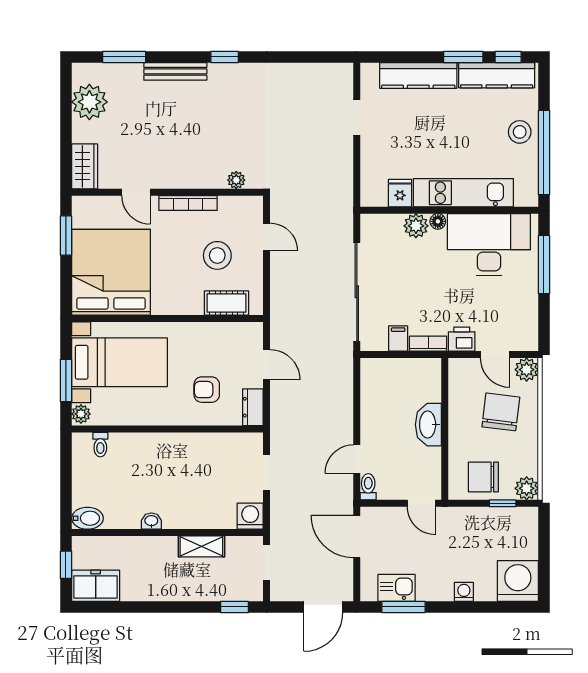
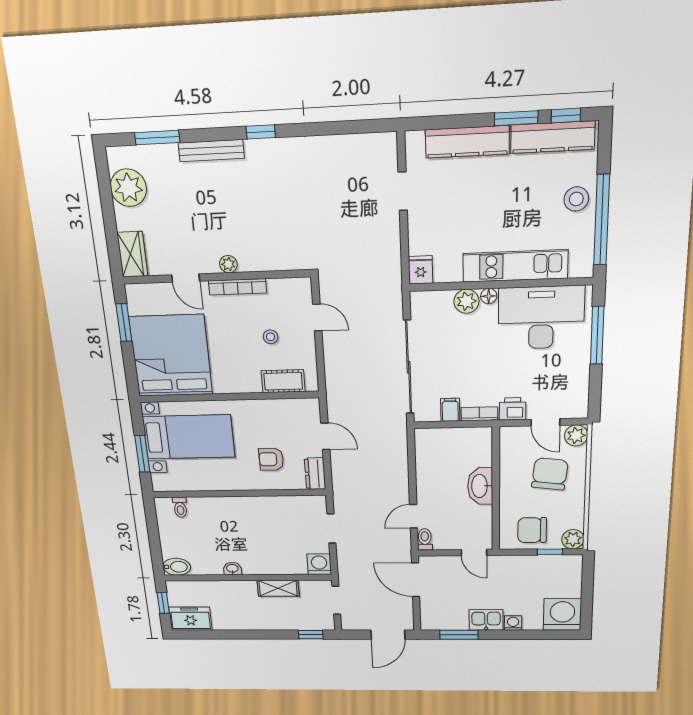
plant: (236, 180) -> (228, 264), moved
fridge: (400, 193) -> (421, 270), moved
stool: (217, 255) -> (271, 337), width x0.53, depth x0.53
plant: (81, 414) -> (160, 482), removed
kitchen sink: (396, 588) -> (486, 620), moved

